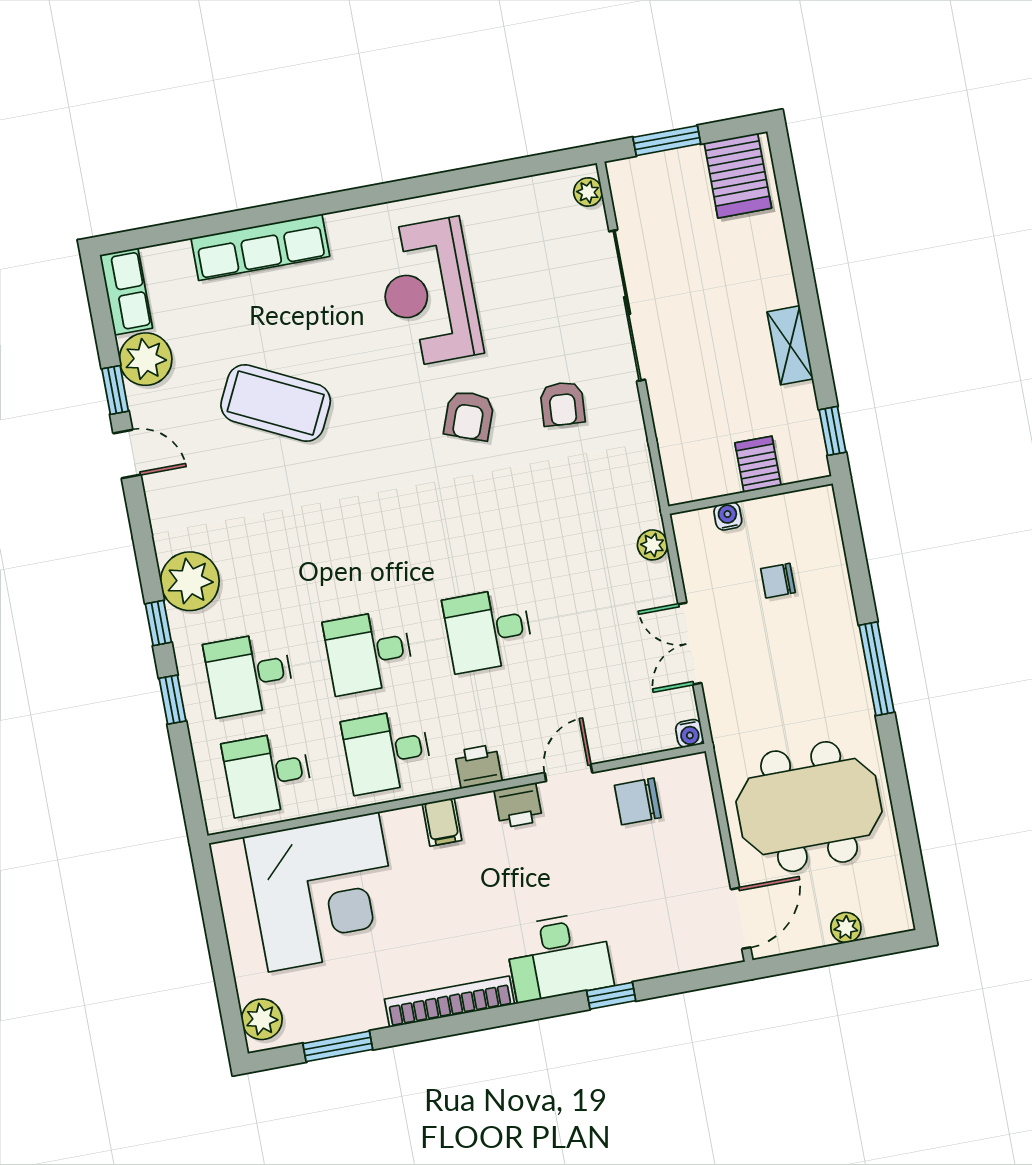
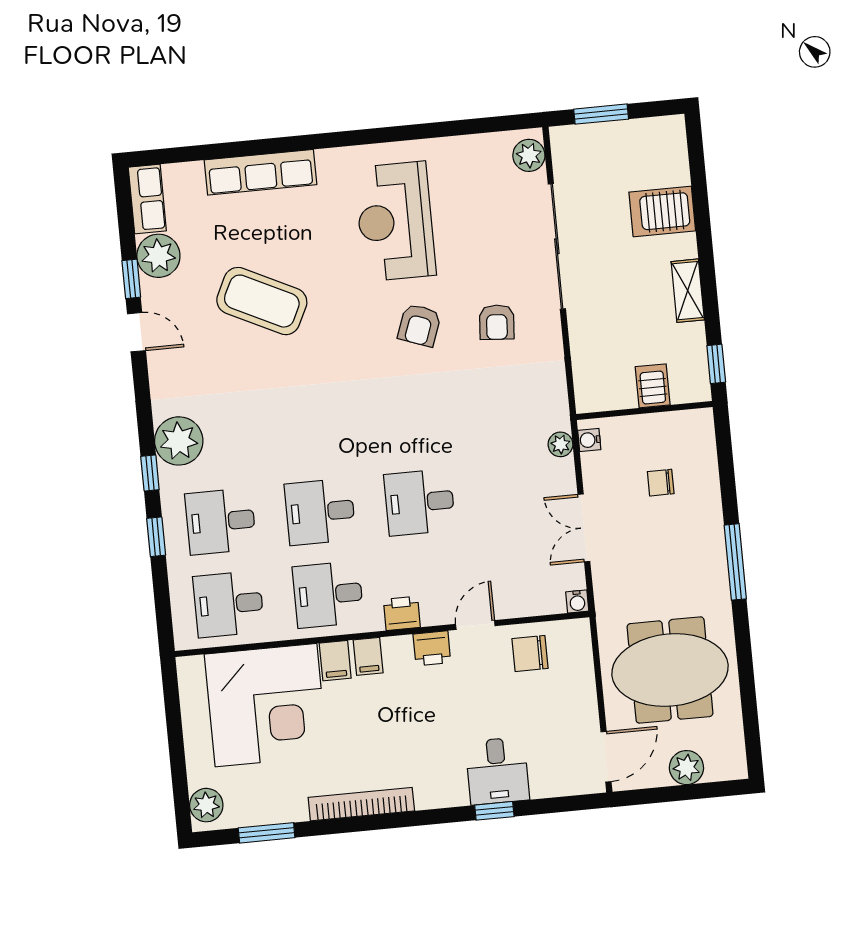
server rack: (738, 176) -> (662, 211), moved, turned 90
plant: (588, 192) -> (529, 155), width x1.38, depth x1.38
water cooler: (728, 516) -> (589, 440), moved, turned -90
filing cabinet: (403, 831) -> (335, 661), added
plant: (846, 928) -> (686, 768), width x1.38, depth x1.38
desk: (559, 957) -> (497, 771), moved, width x0.73

